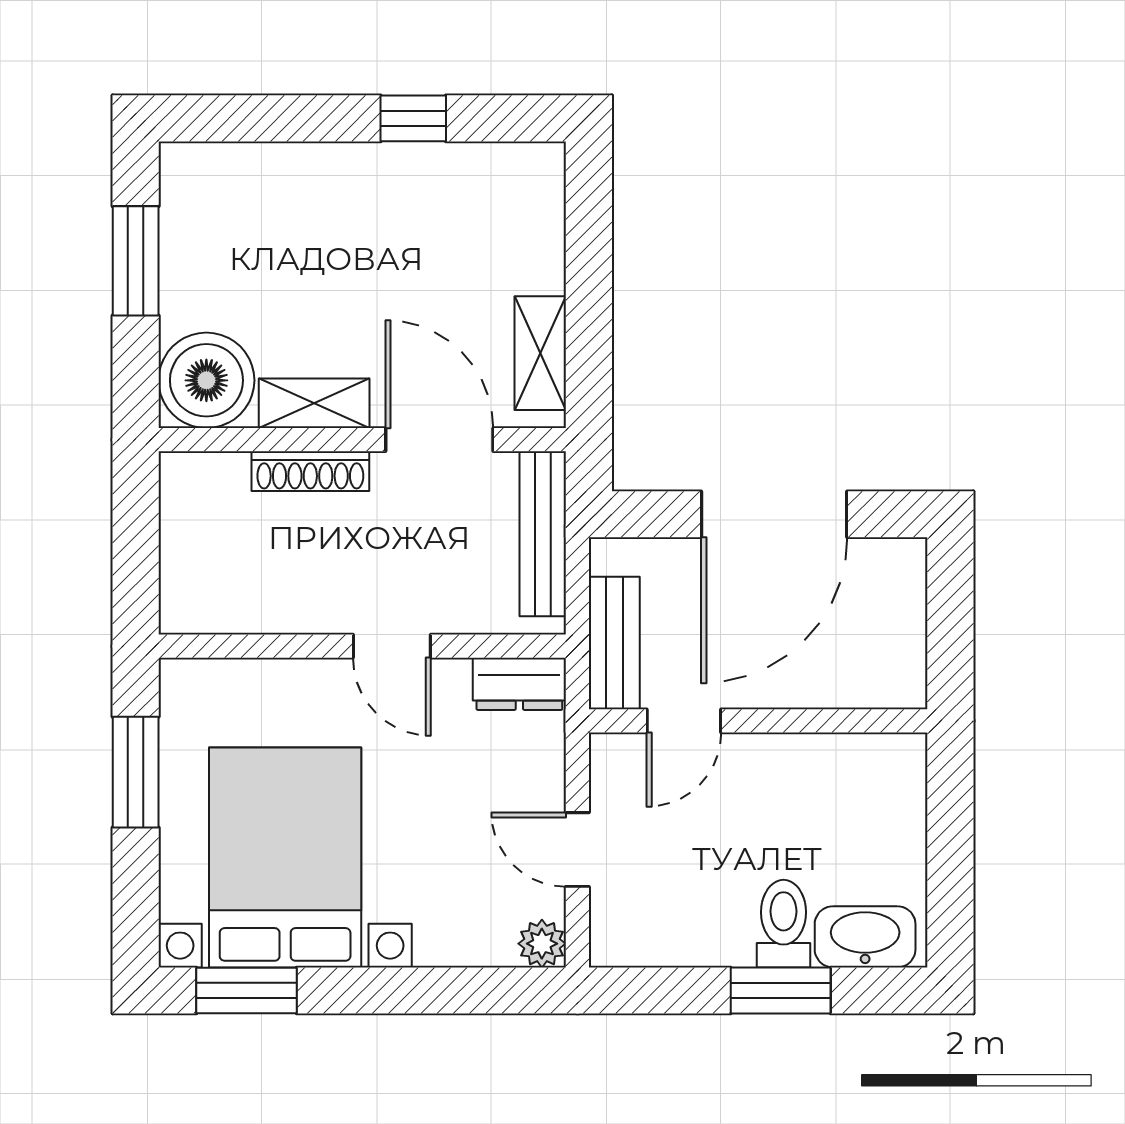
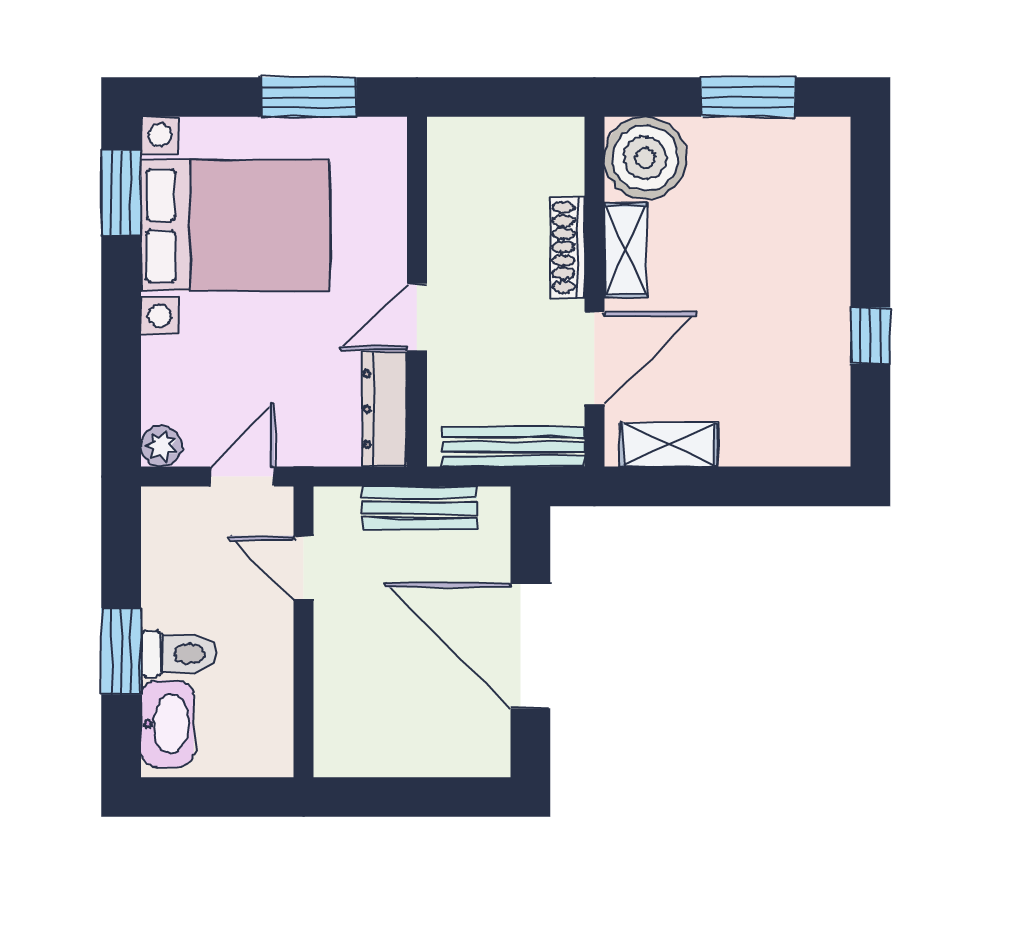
dresser: (519, 684) -> (385, 409), width x1.44
door: (684, 721) -> (304, 568), moved
wall: (758, 721) -> (304, 632), moved

